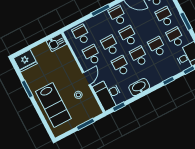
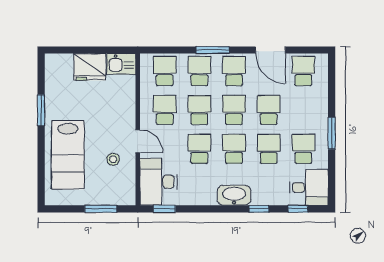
school desk: (165, 17) -> (269, 110), moved
school desk: (99, 25) -> (199, 71), added
fridge: (25, 61) -> (90, 67), moved
door: (86, 79) -> (138, 141), hinge flipped
washbasin: (139, 87) -> (234, 195), moved

